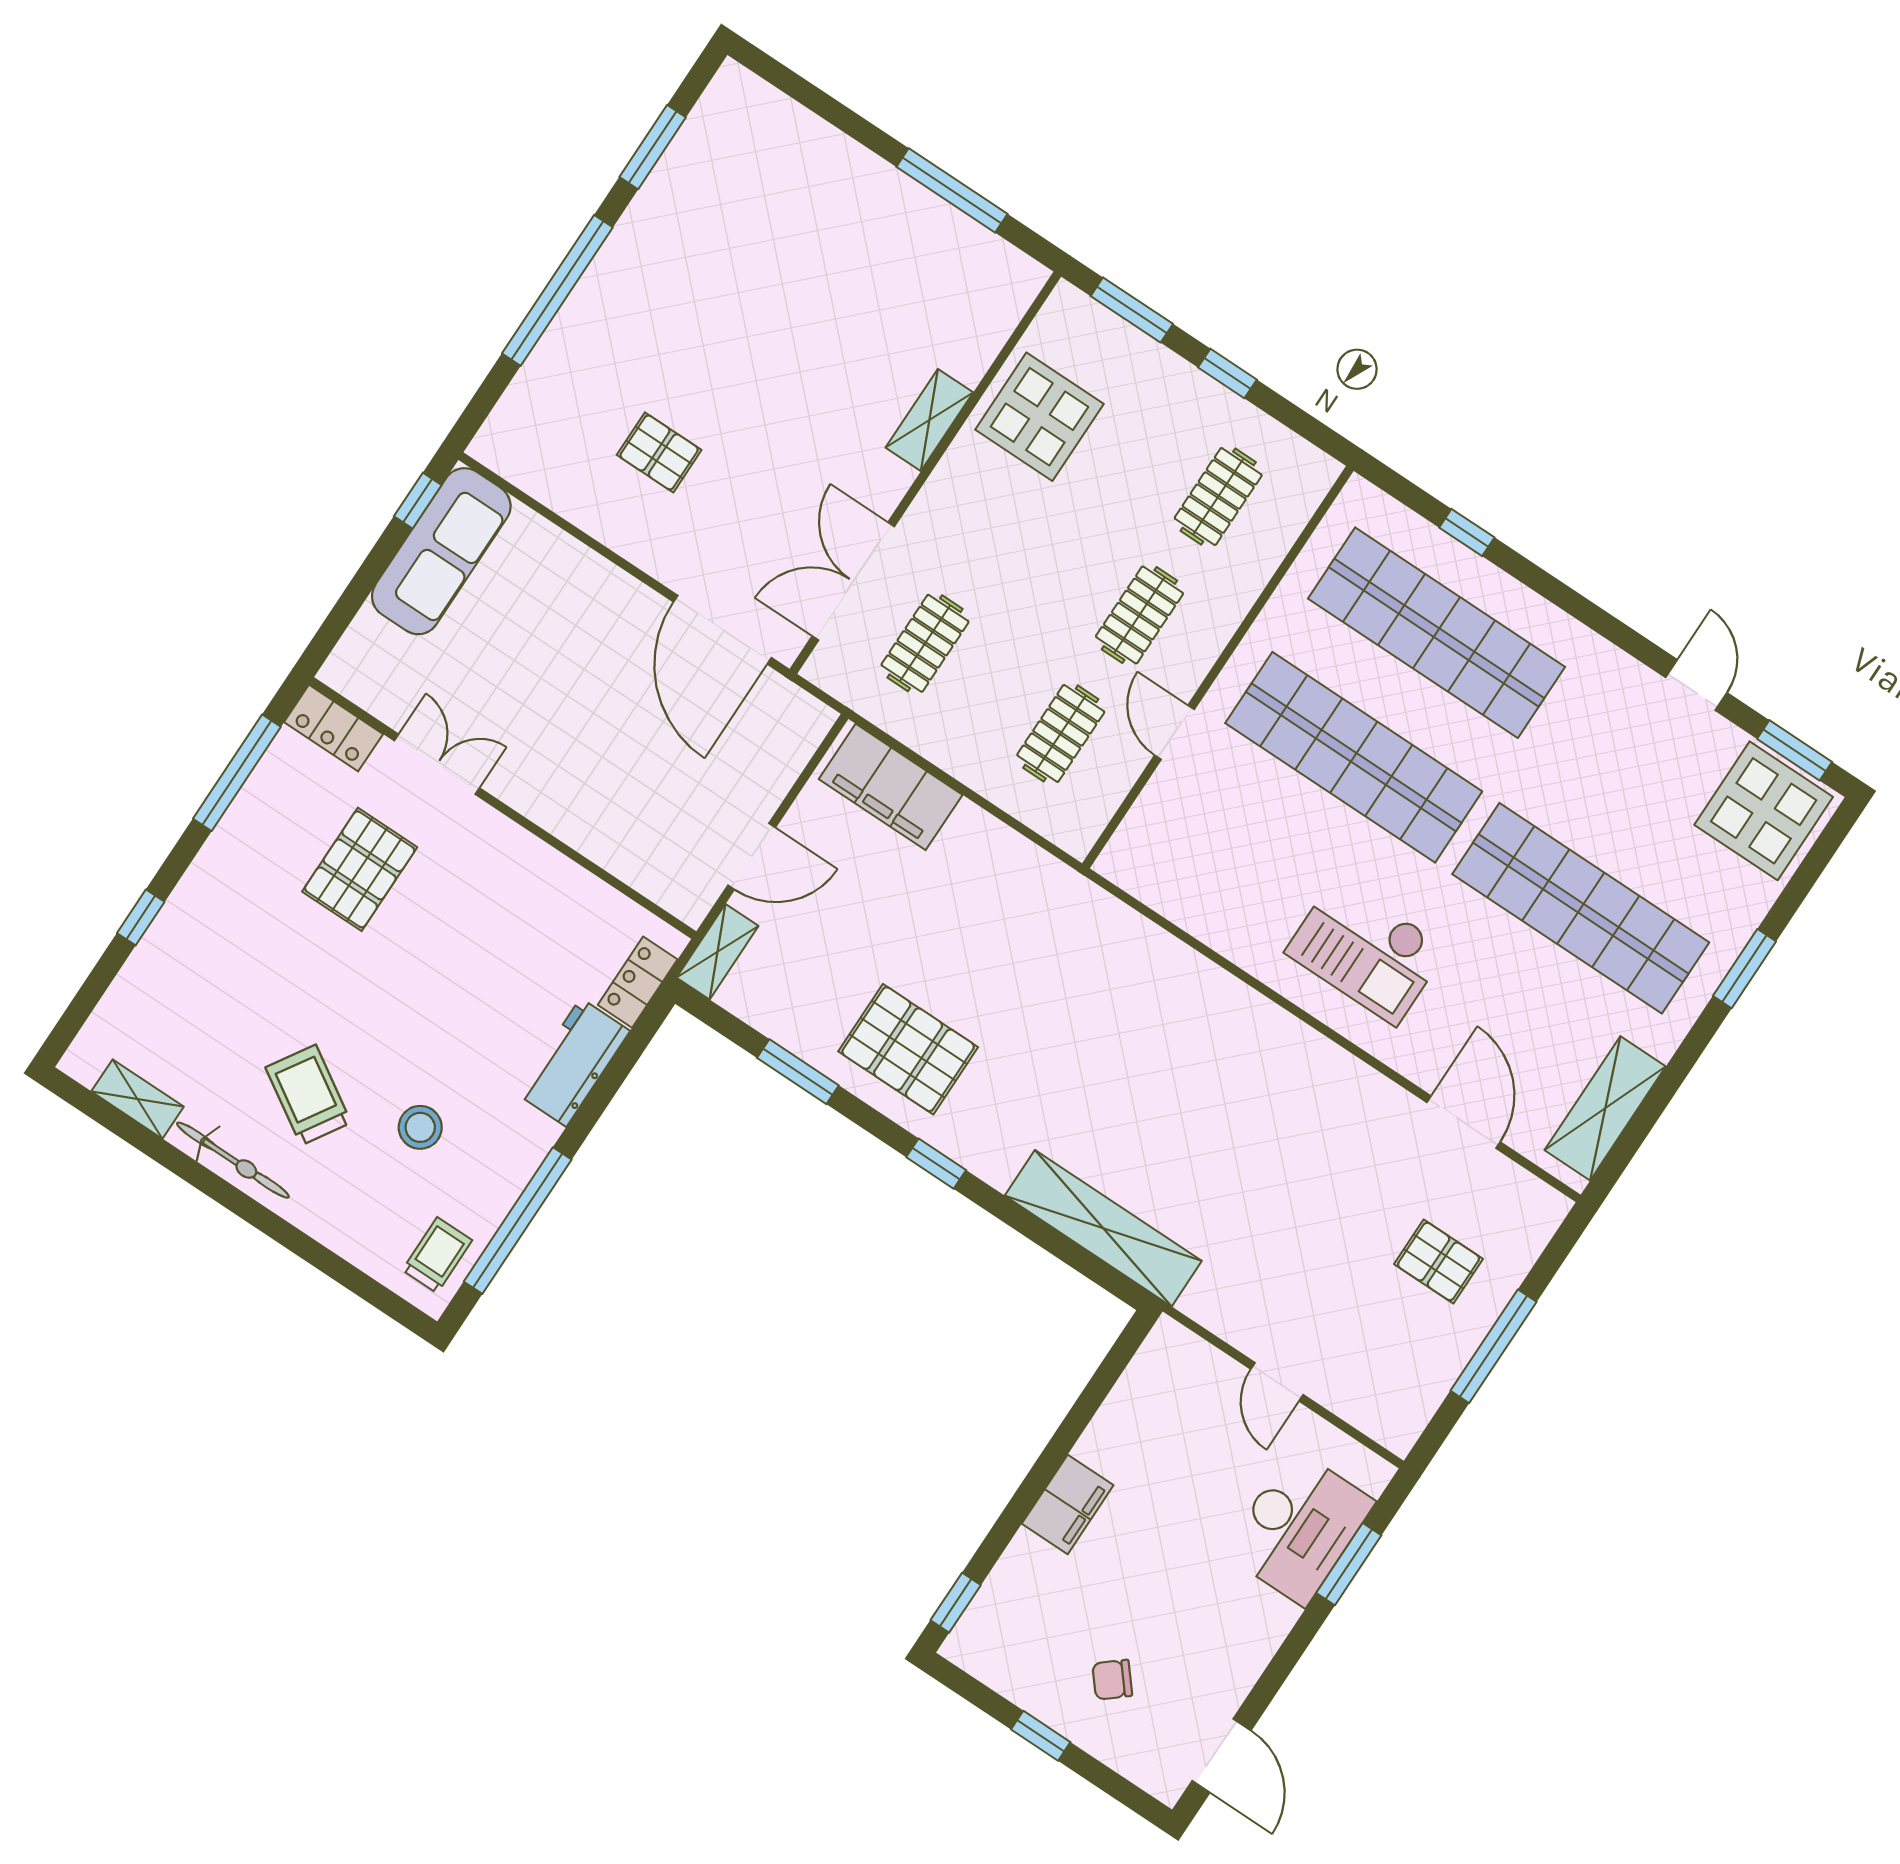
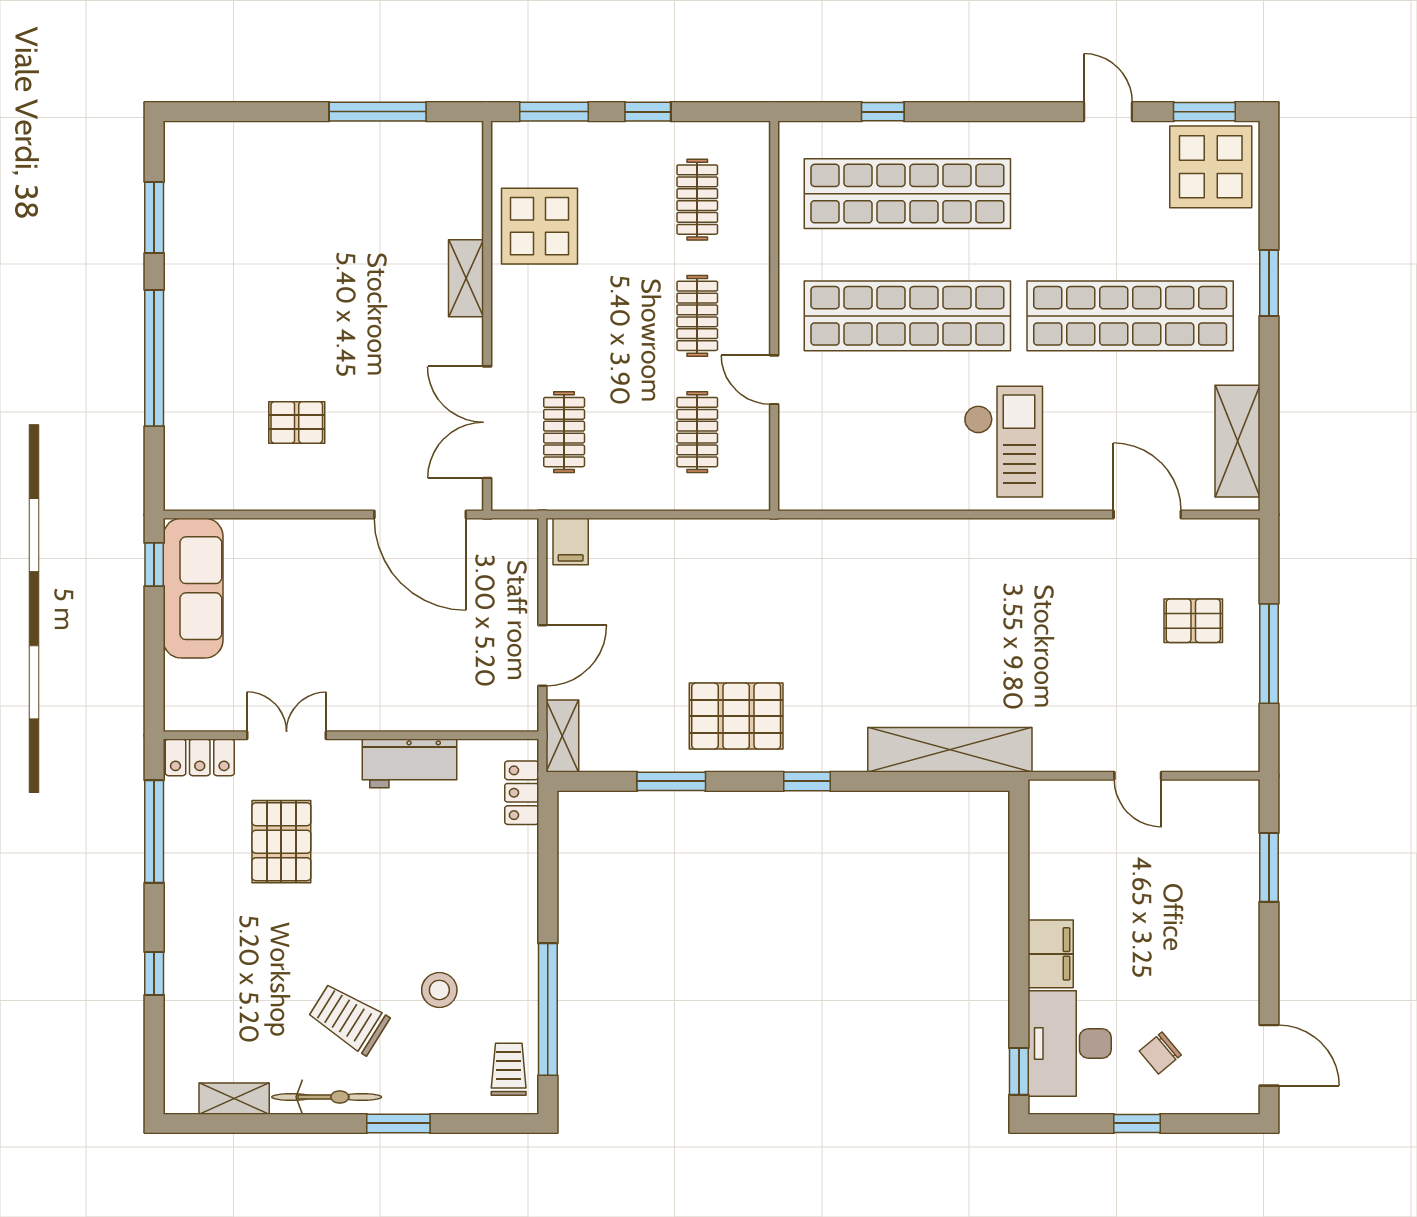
filing cabinet: (891, 787) -> (571, 542), width x0.33, depth x0.86
checkout: (1366, 950) -> (1003, 442), turned -90
workbench: (573, 1062) -> (410, 763), moved, turned -90
window: (288, 1236) -> (398, 1123), added
desk: (1299, 1527) -> (1070, 1044), moved, turned 180

